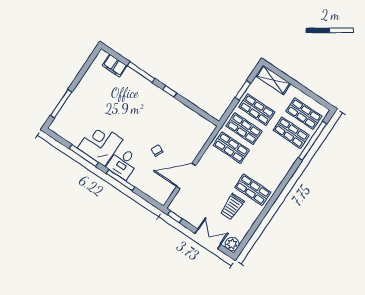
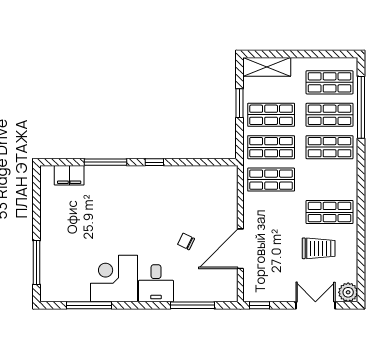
shop shelf: (278, 152) -> (330, 147), added
window: (84, 156) -> (89, 305), moved
window: (121, 180) -> (192, 305), moved
trolley: (232, 207) -> (319, 248), turned -90

